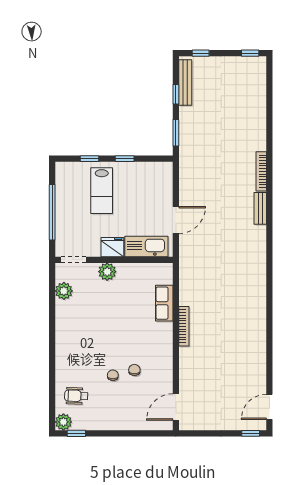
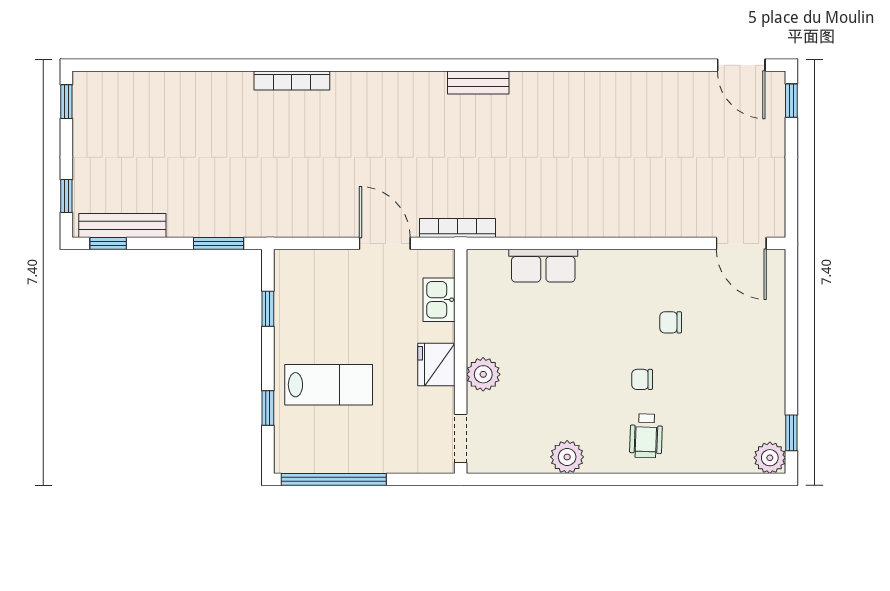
window: (176, 94) -> (108, 243), moved
window: (125, 159) -> (268, 309), moved
bench: (260, 208) -> (478, 82), moved
window: (52, 212) -> (334, 479), moved
kitchen sink: (146, 246) -> (439, 300), width x0.53, depth x0.81
plant: (64, 291) -> (567, 457), moved
bookcase: (184, 326) -> (457, 228), moved
chair: (113, 375) -> (642, 379), moved
wheelchair: (76, 396) -> (646, 436), moved

